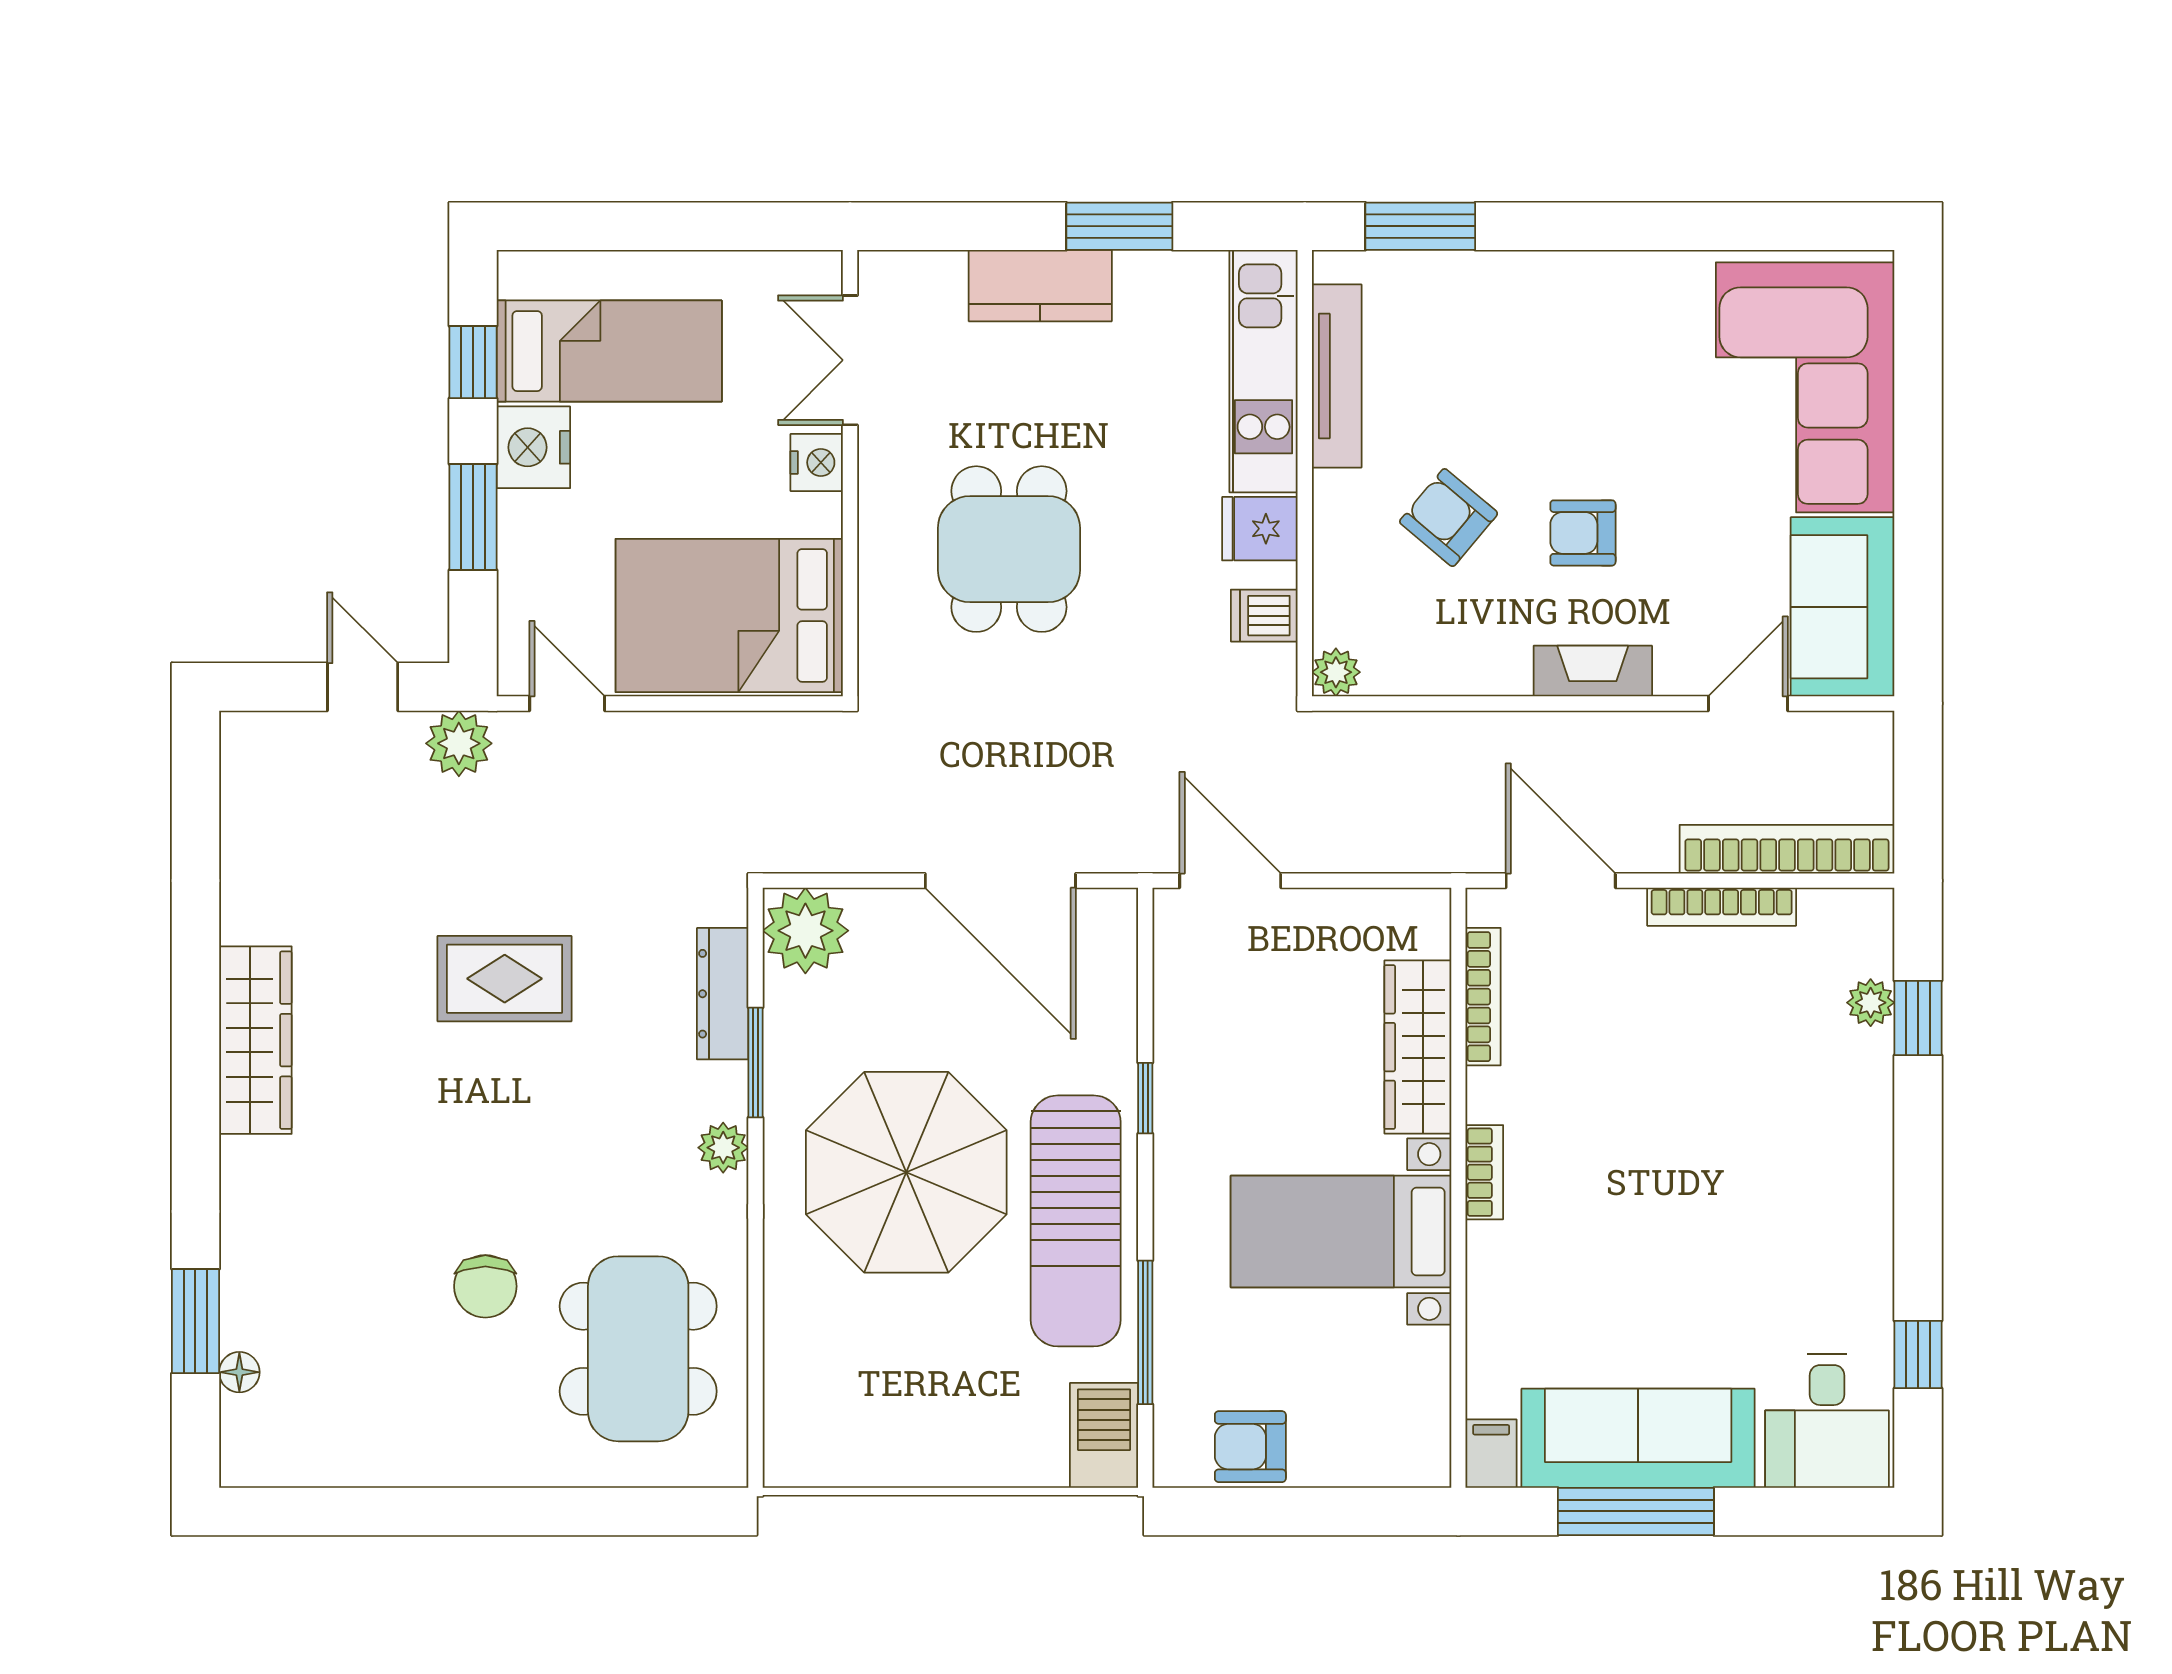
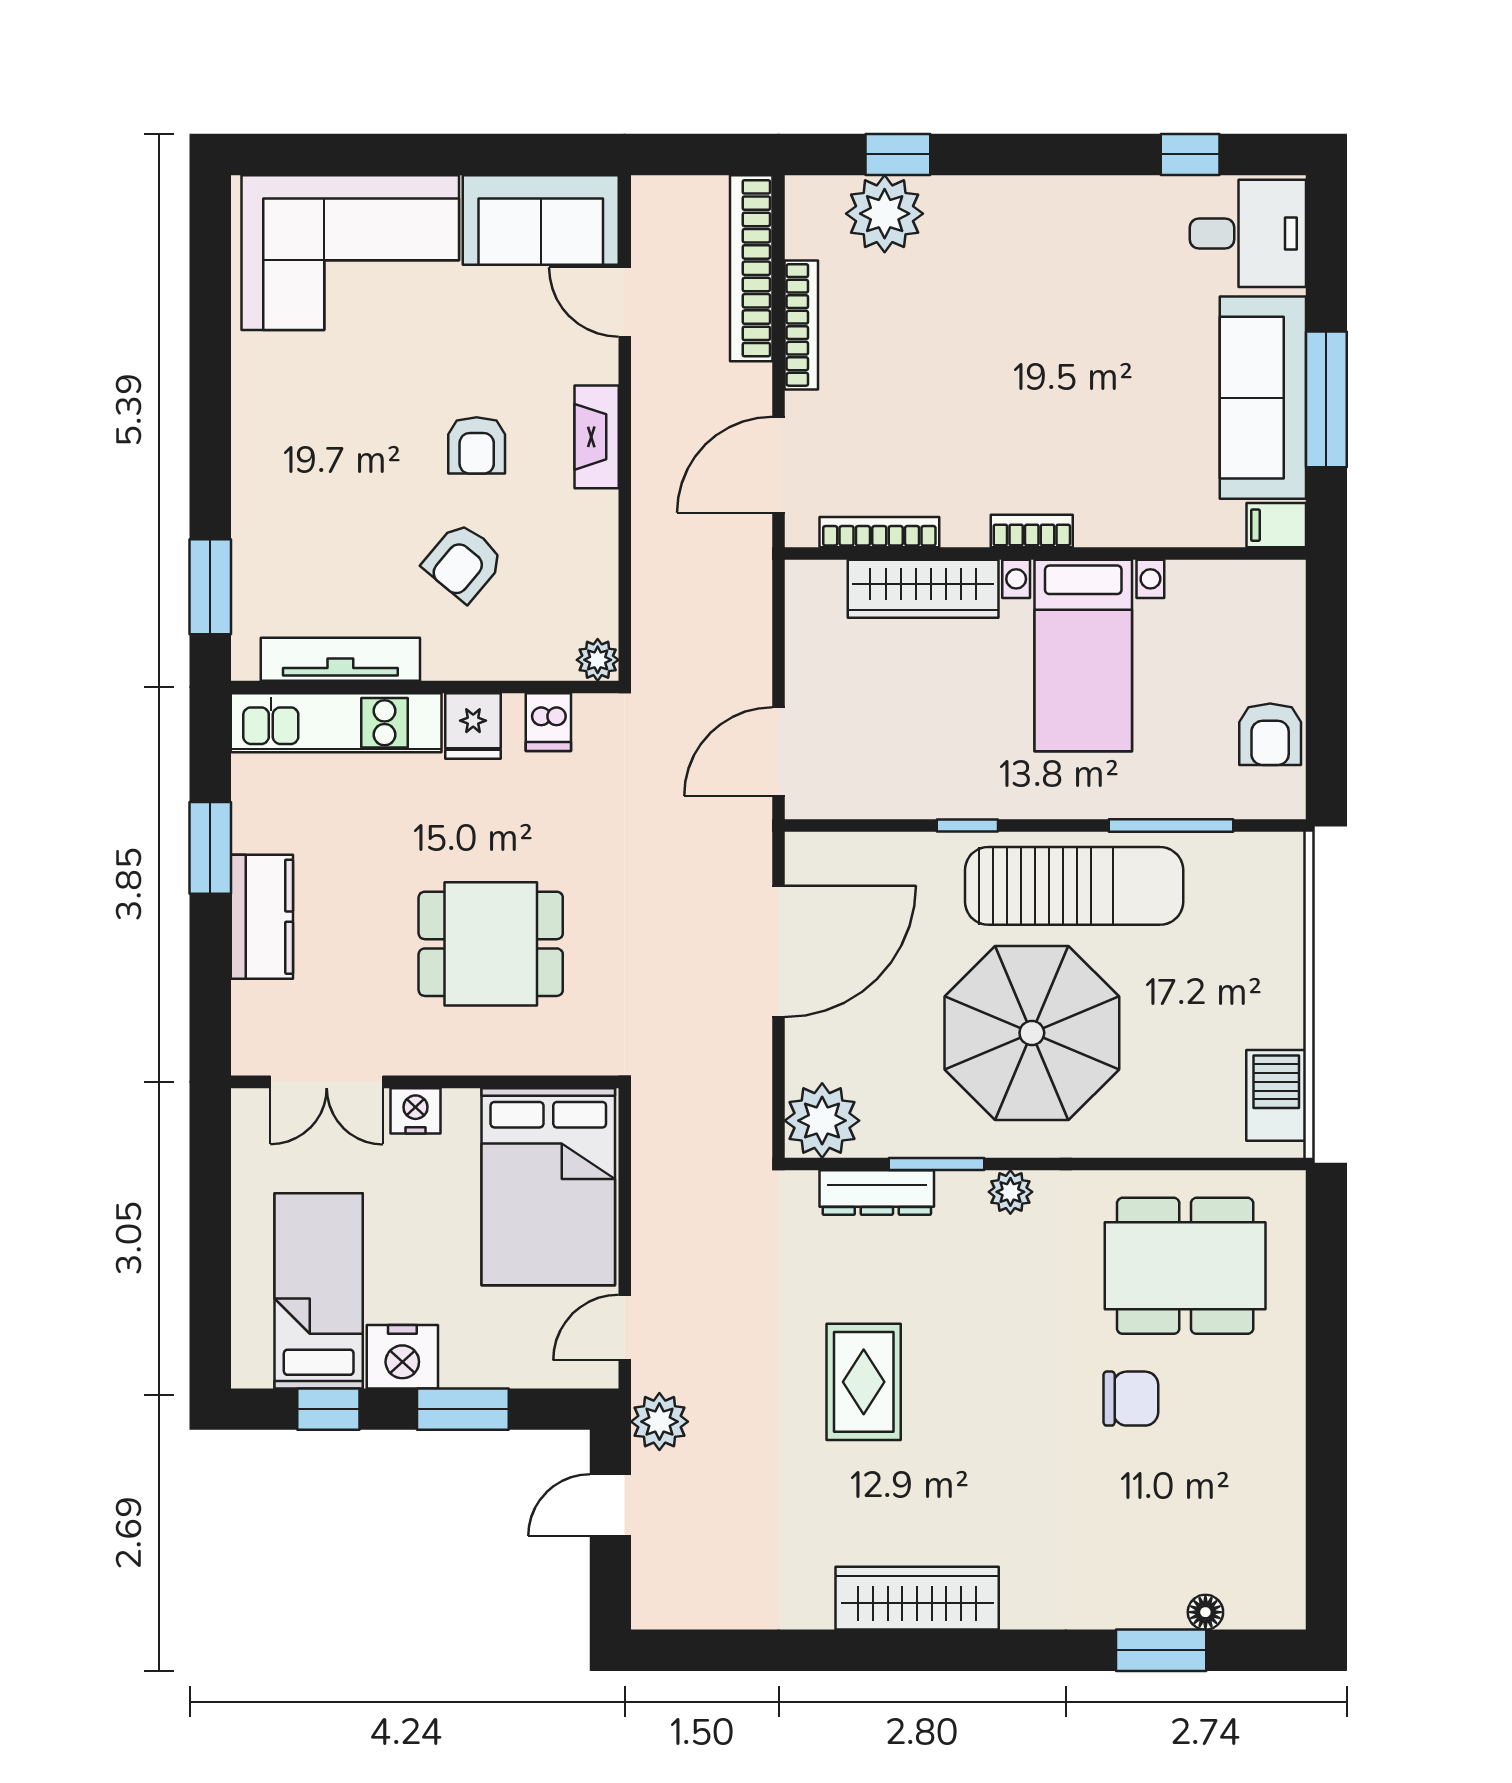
plant: (1871, 1003) -> (885, 214), width x1.87, depth x1.87
barbecue: (1104, 1435) -> (1276, 1095), moved, turned 90

